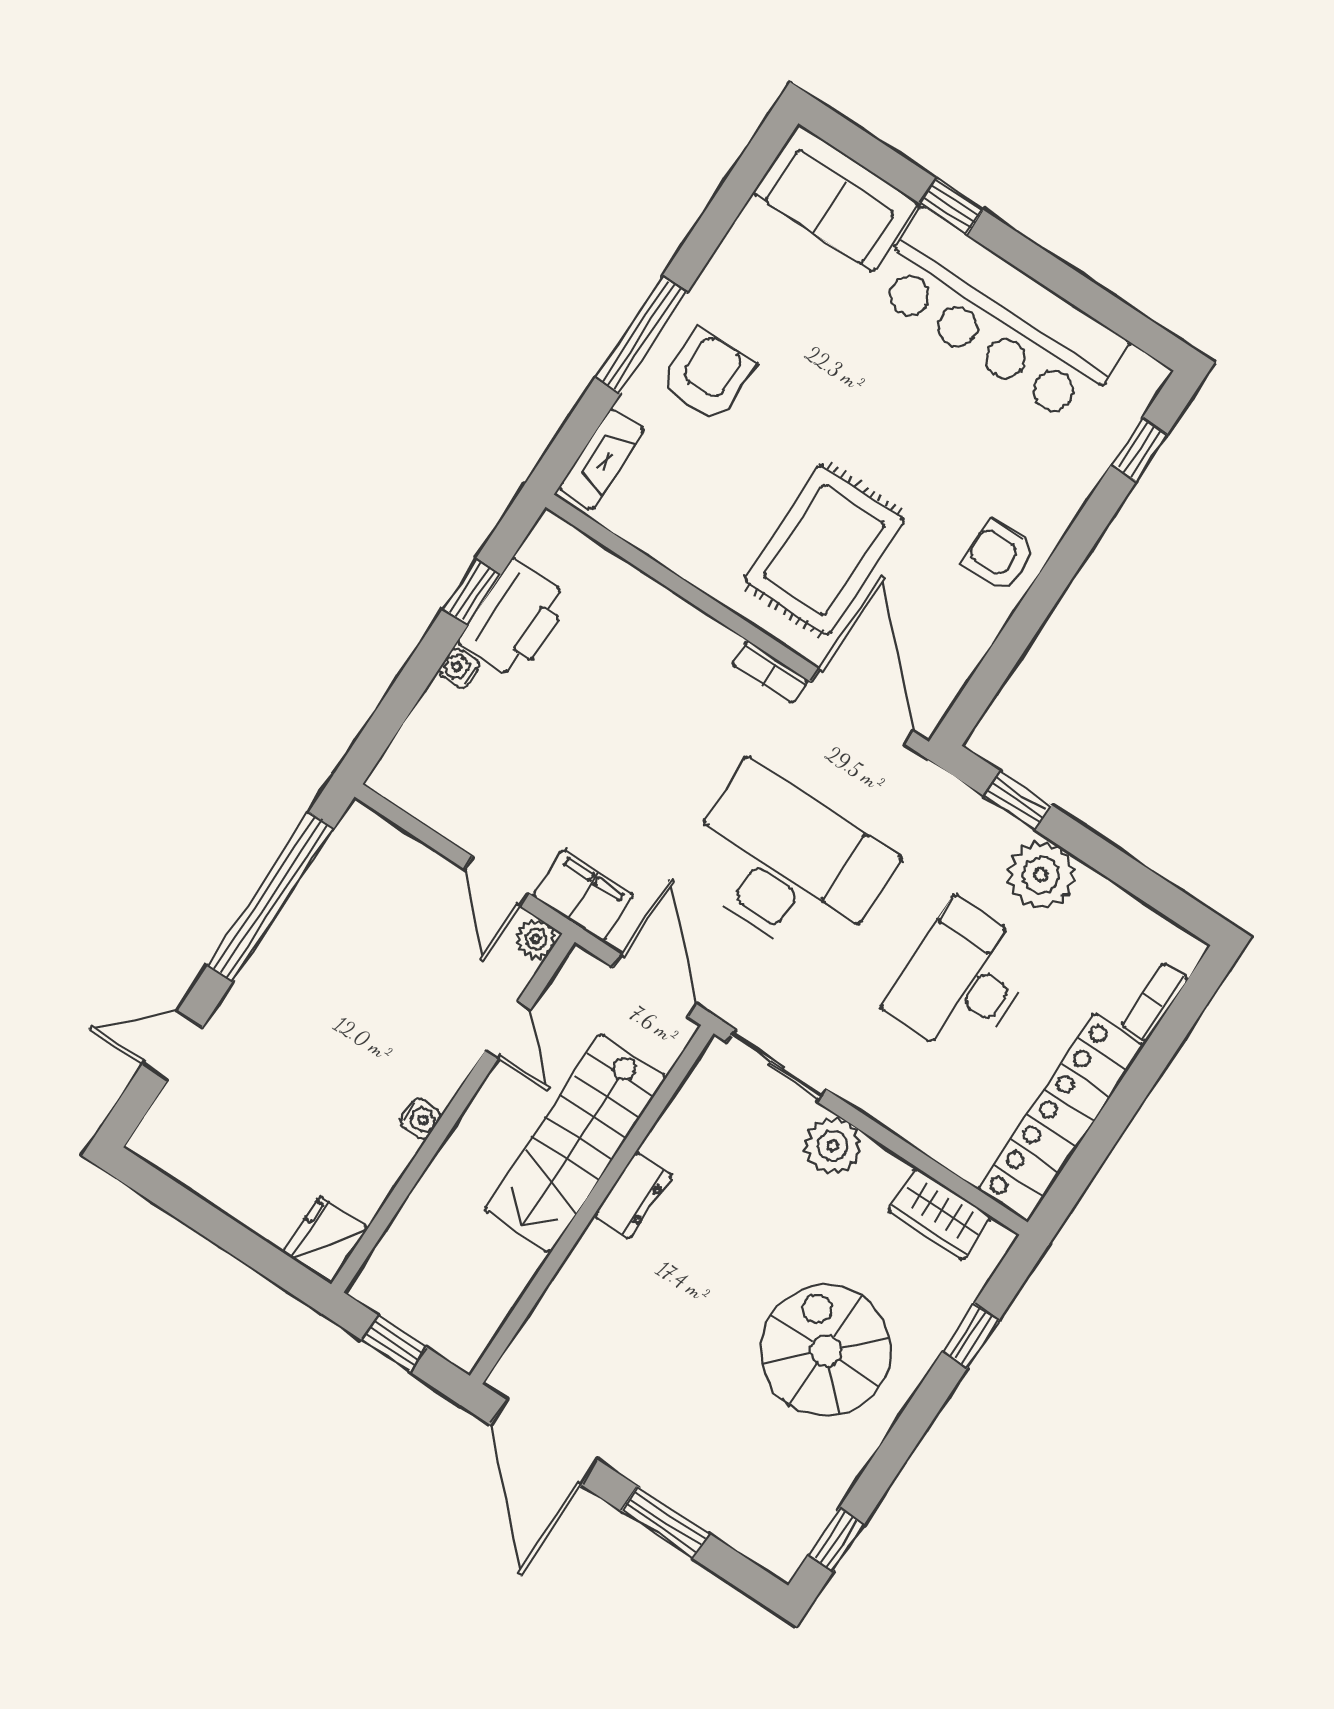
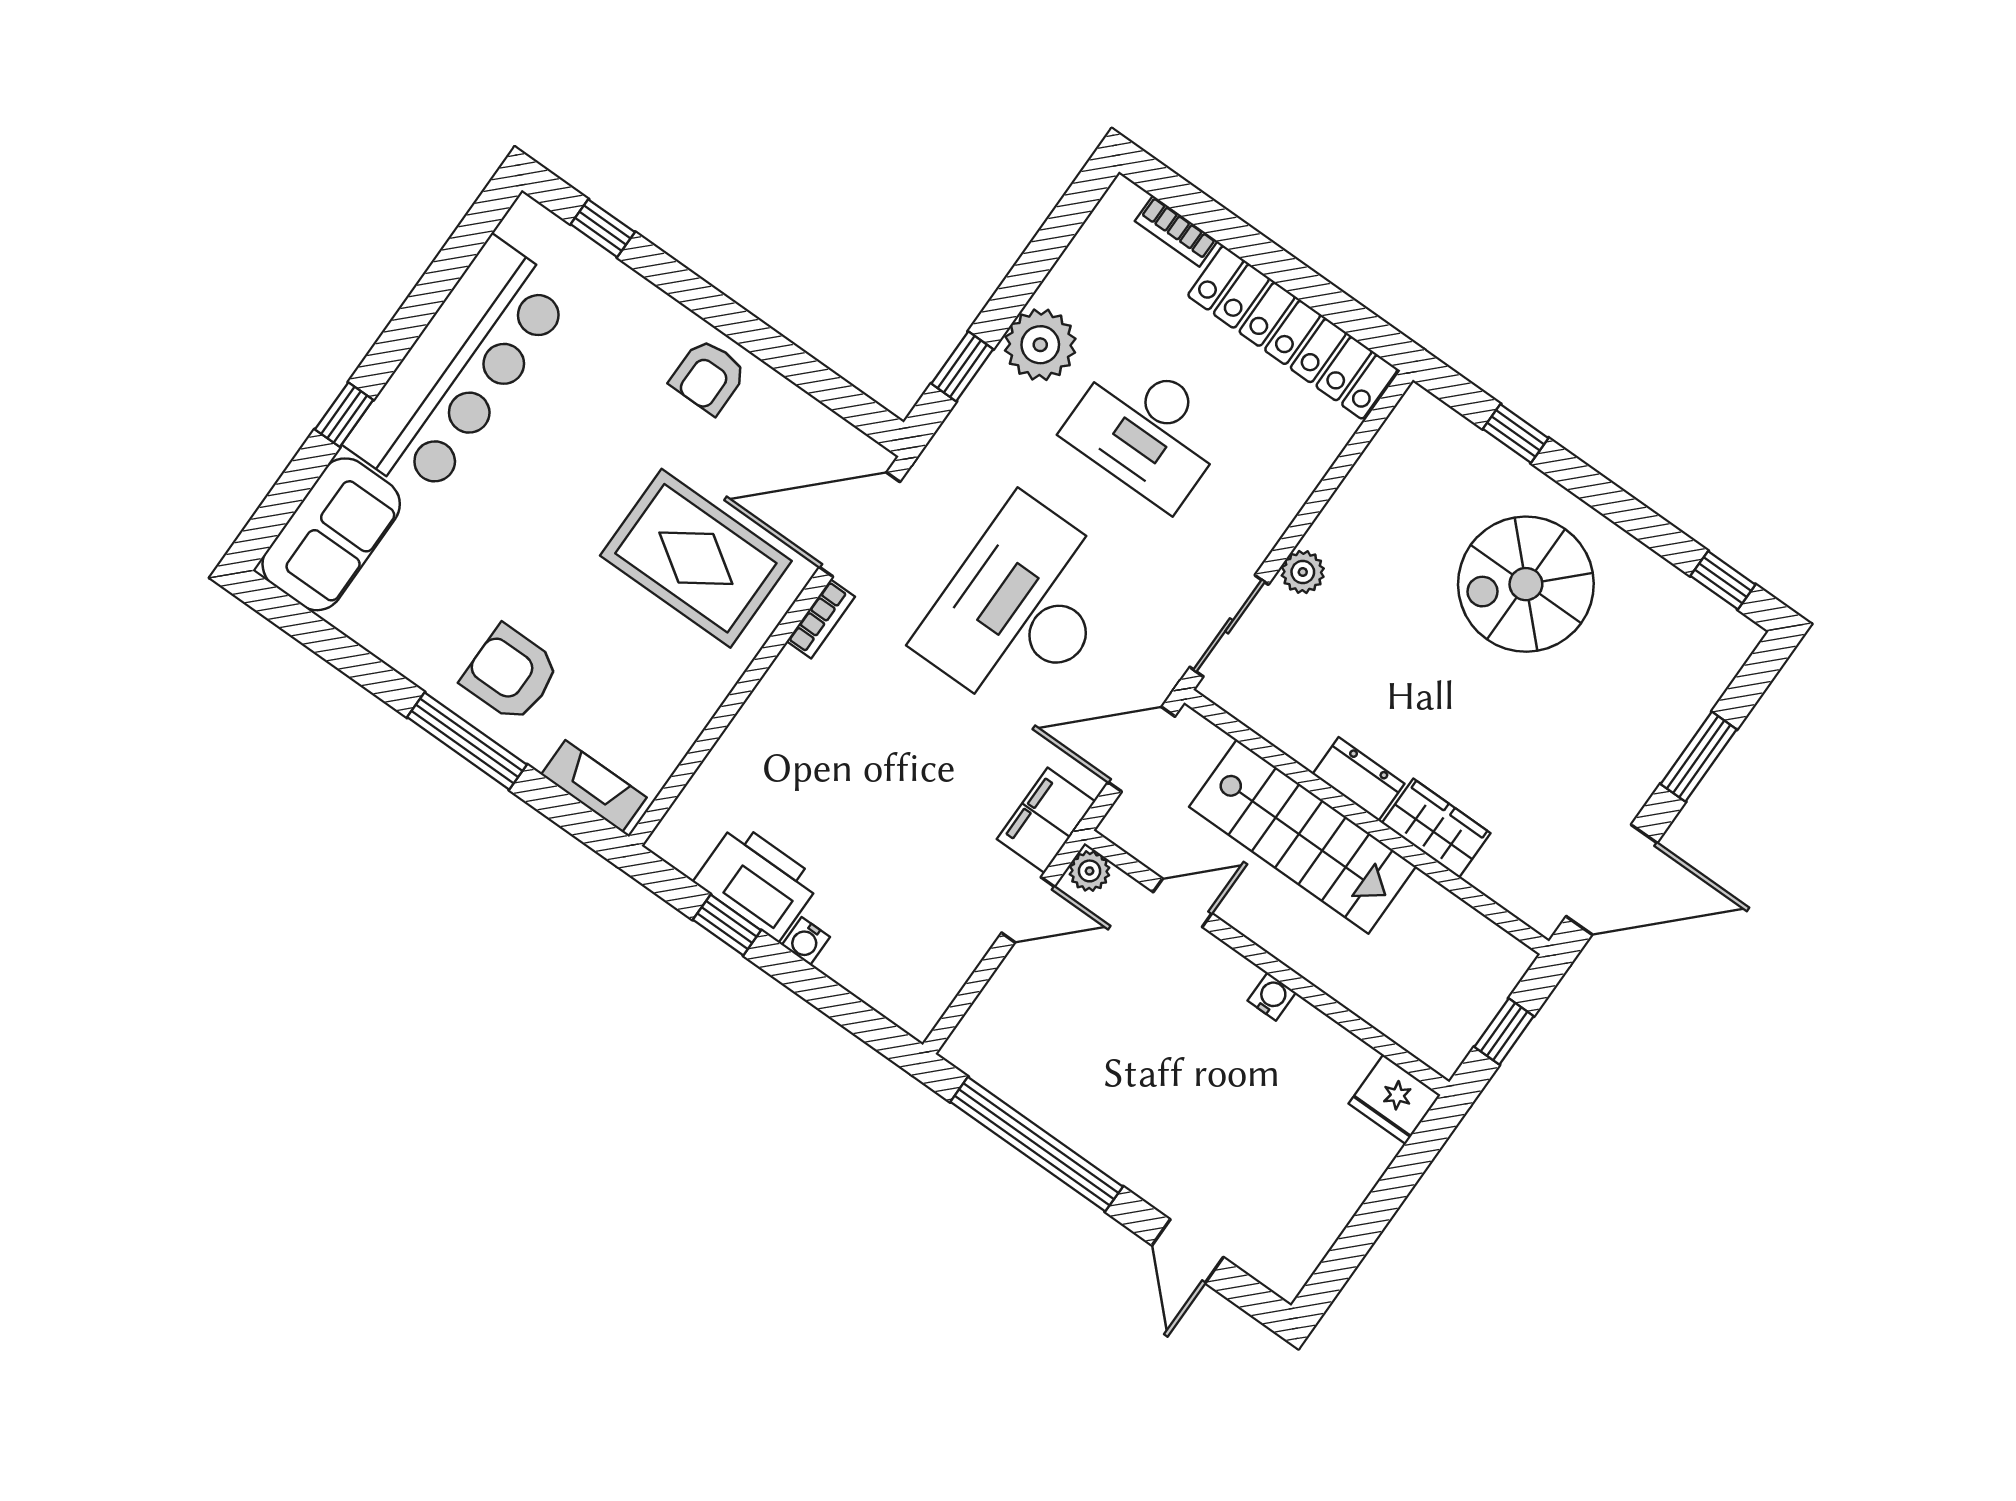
plant: (833, 1146) -> (1303, 572), width x0.73, depth x0.73
wardrobe: (940, 1214) -> (1436, 828), moved, turned -90

